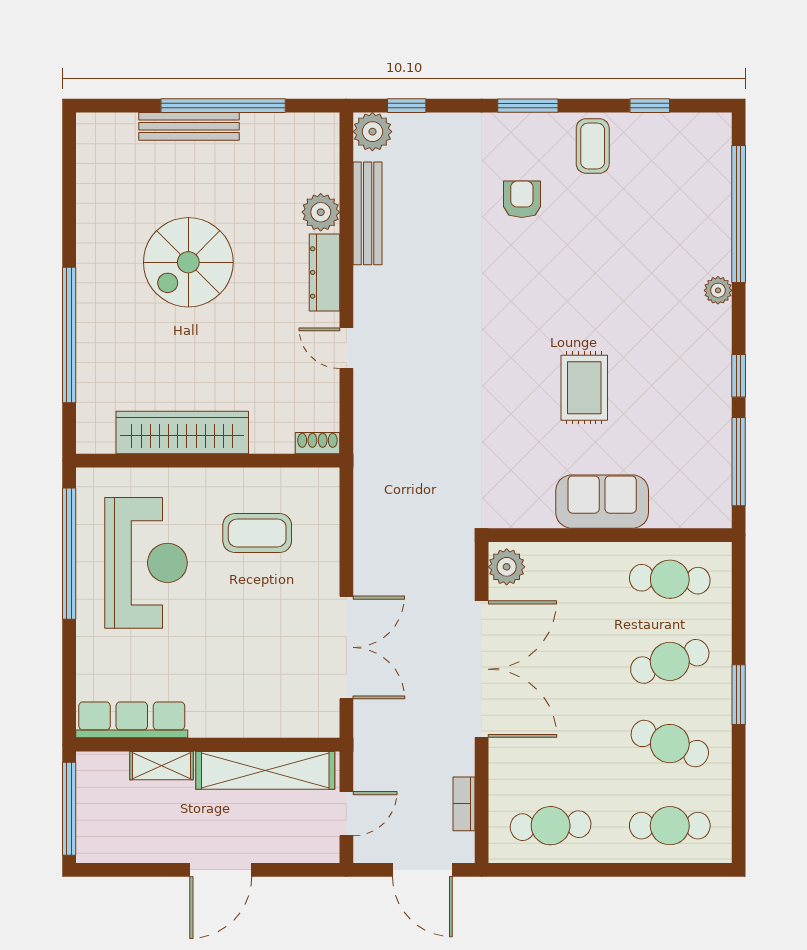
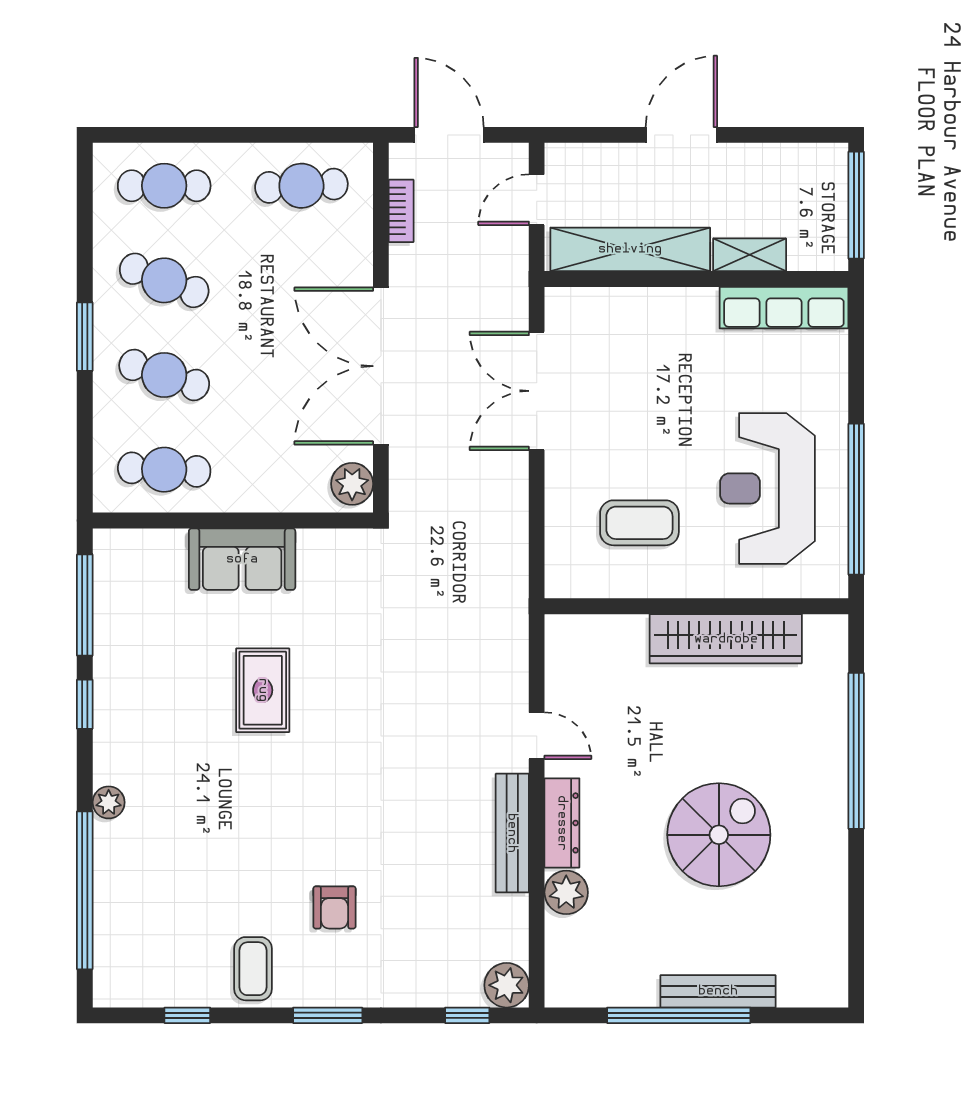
bench: (368, 213) -> (512, 833), moved
shoe rack: (317, 443) -> (570, 626), removed
cafe table: (670, 661) -> (164, 375), turned 36

